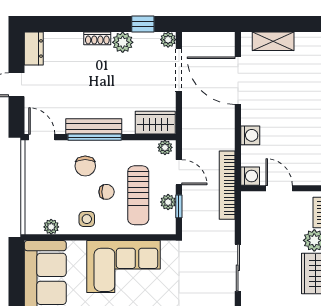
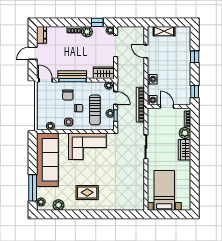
door: (238, 81) -> (146, 51), width x0.53

